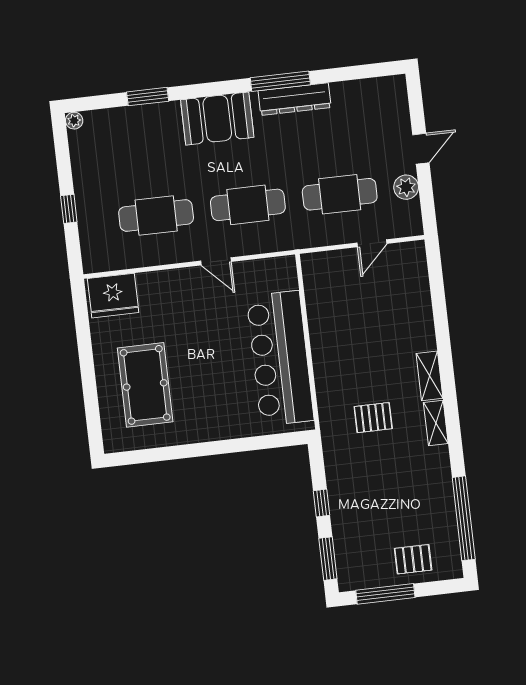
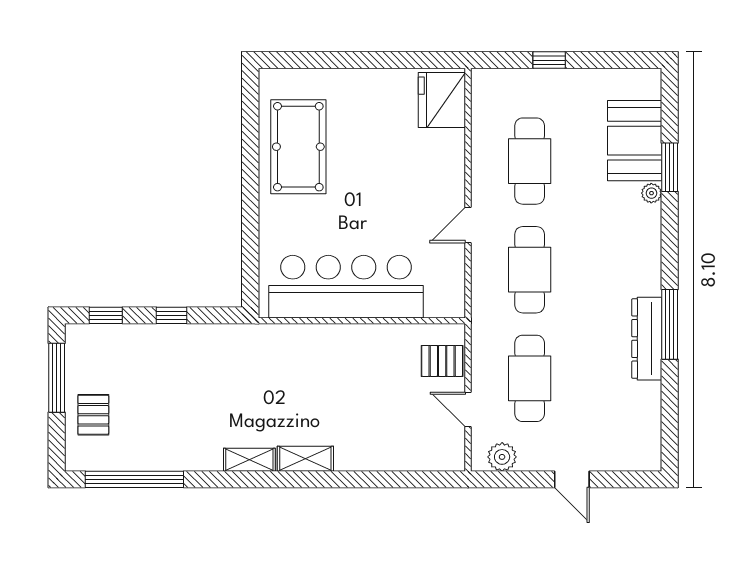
booth: (217, 119) -> (635, 141), moved
plant: (74, 121) -> (651, 193), moved
plant: (406, 187) -> (502, 457), moved
pool table: (145, 385) -> (298, 147), moved, turned 90
pallet: (373, 418) -> (442, 361), moved, turned 90
window: (328, 559) -> (106, 315), width x0.67

